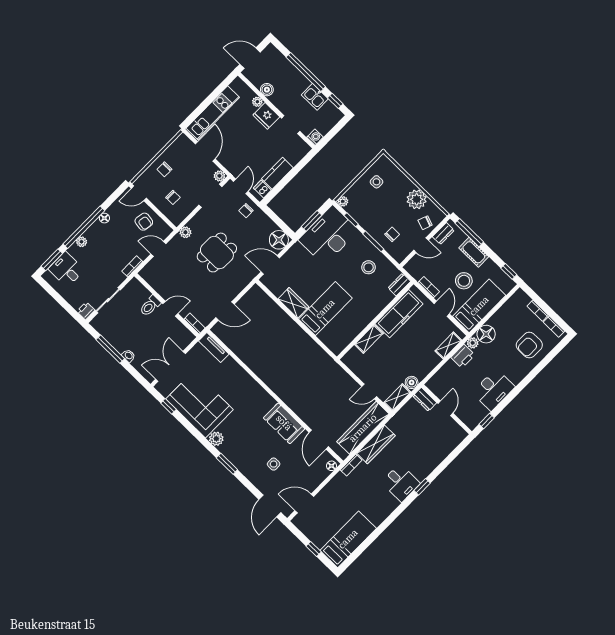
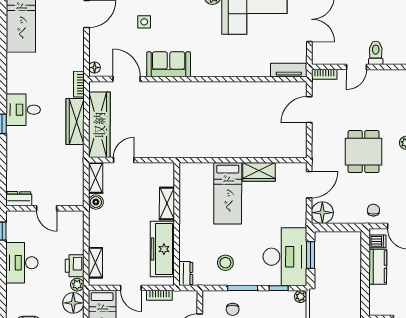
dresser: (425, 399) -> (19, 199), moved

